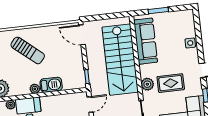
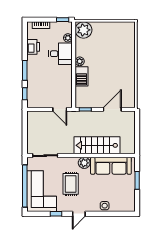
door: (82, 35) -> (112, 109), moved
sun lounger: (28, 50) -> (115, 59), removed
stairs: (120, 60) -> (97, 145), width x0.73, depth x0.66
plant: (147, 84) -> (84, 163), moved

